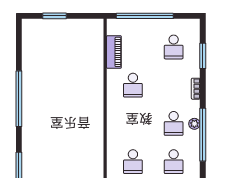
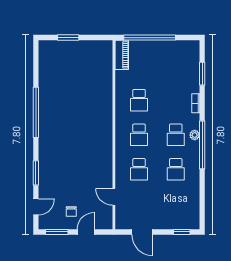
school desk: (174, 47) -> (139, 135), moved
piano: (114, 52) -> (122, 55), moved

